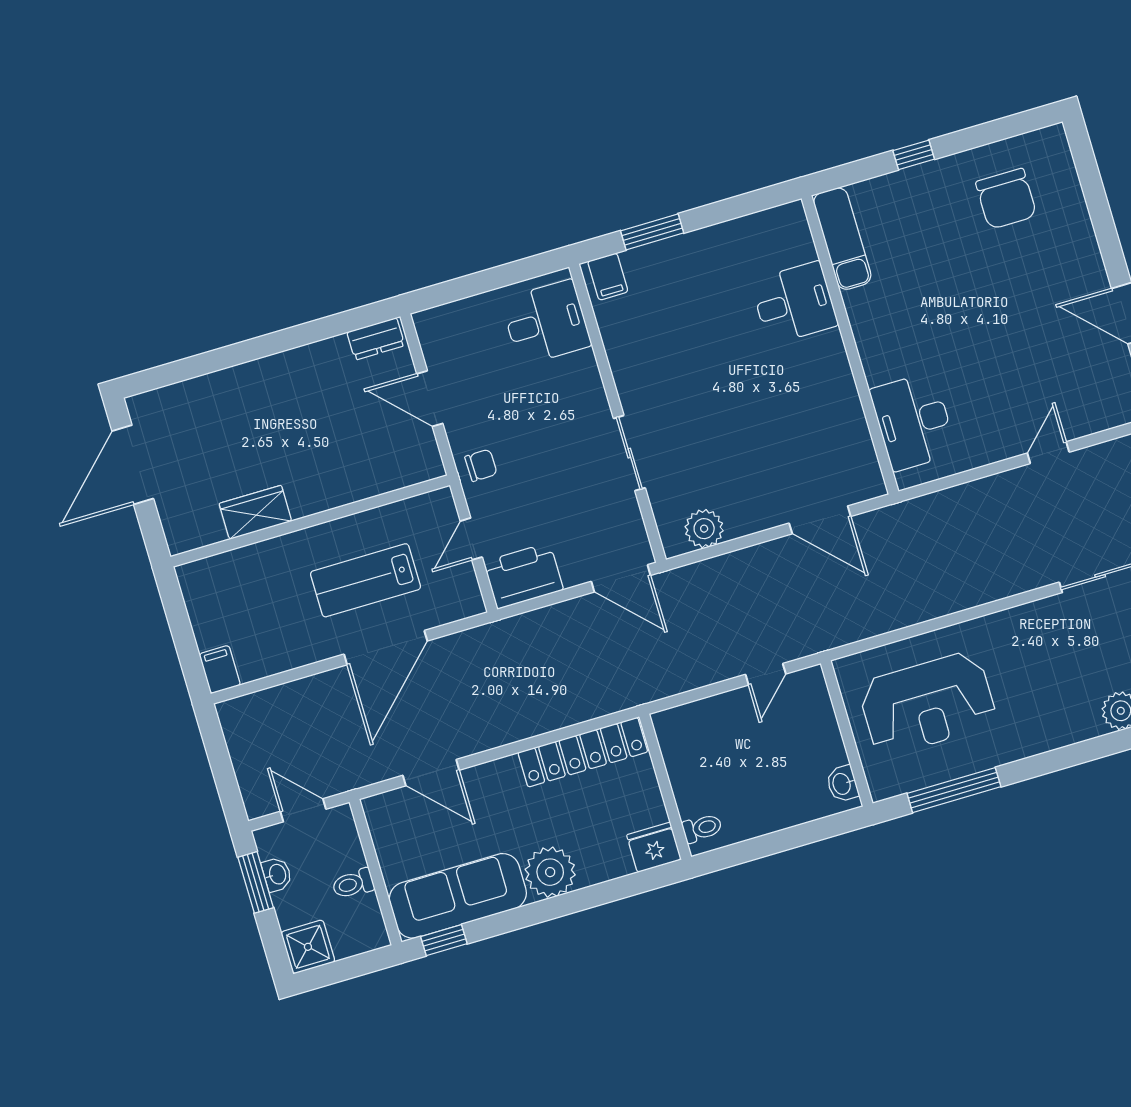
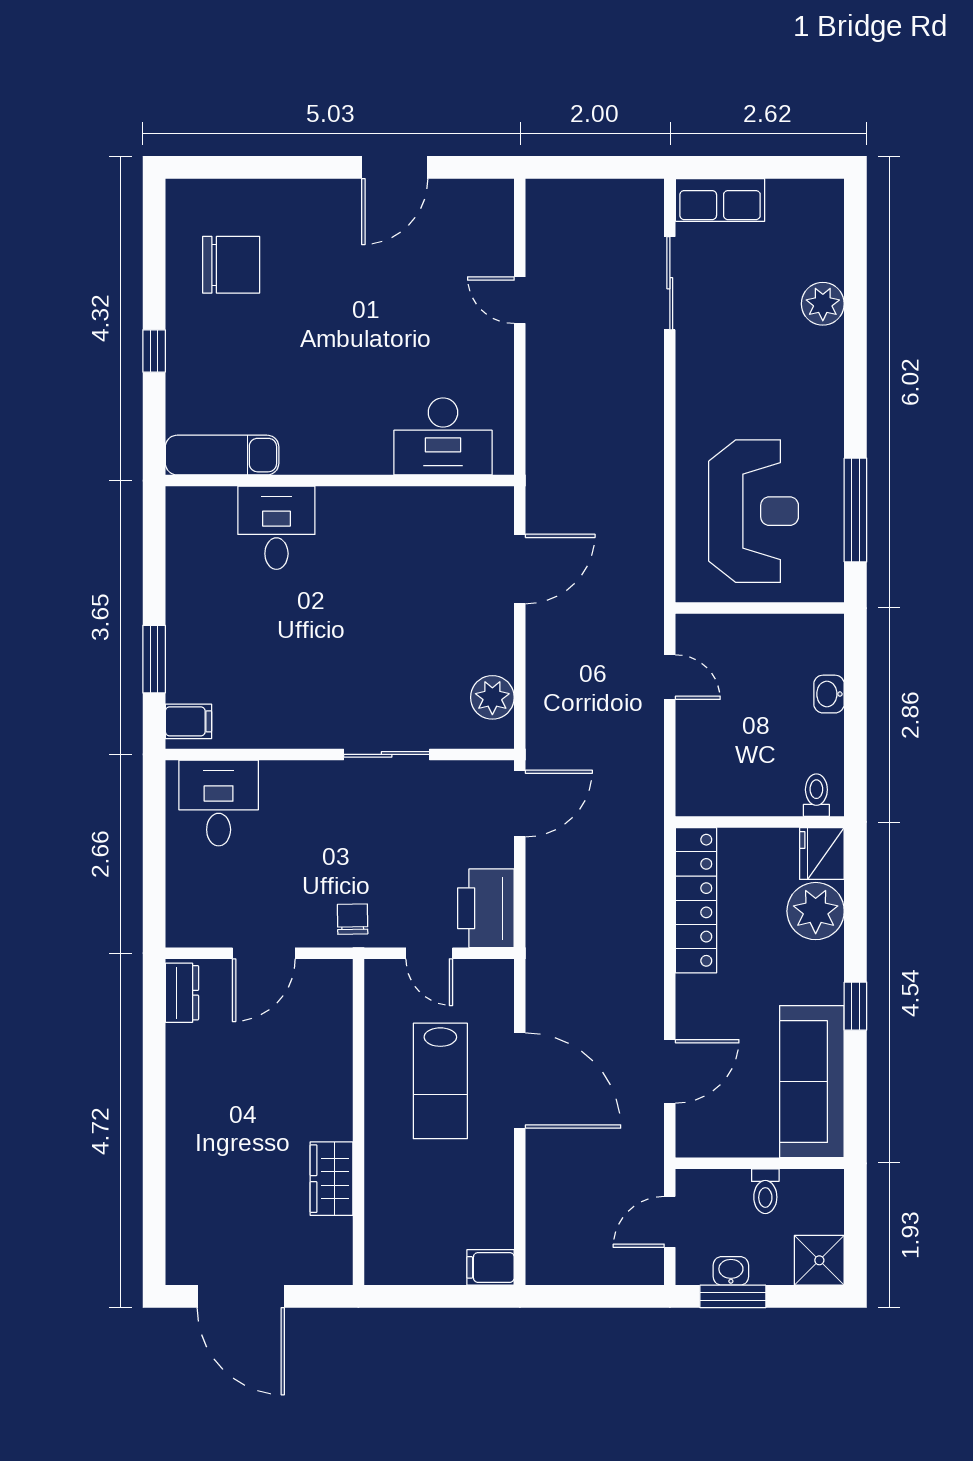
washbasin: (842, 784) -> (829, 694), moved, turned 90
plant: (550, 872) -> (816, 911), moved
window: (444, 940) -> (855, 1006), moved

